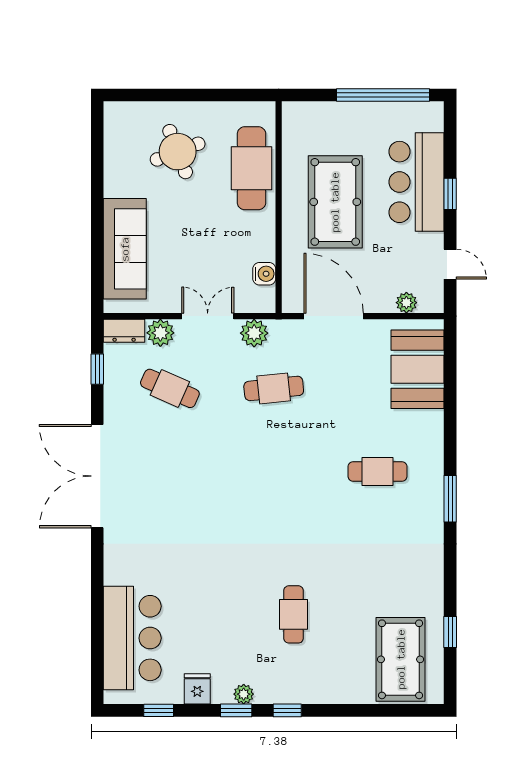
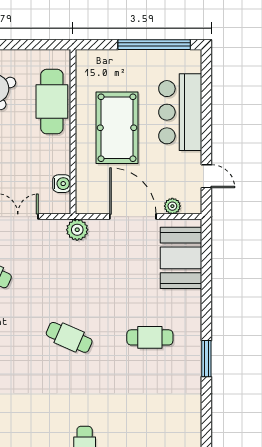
window: (450, 194) -> (206, 121), removed
door: (334, 316) -> (133, 217), moved
plant: (254, 333) -> (77, 230), moved
cafe table: (274, 388) -> (69, 337), moved, turned 30

